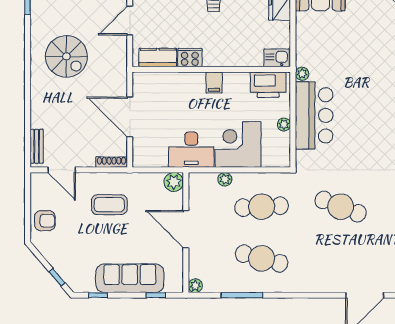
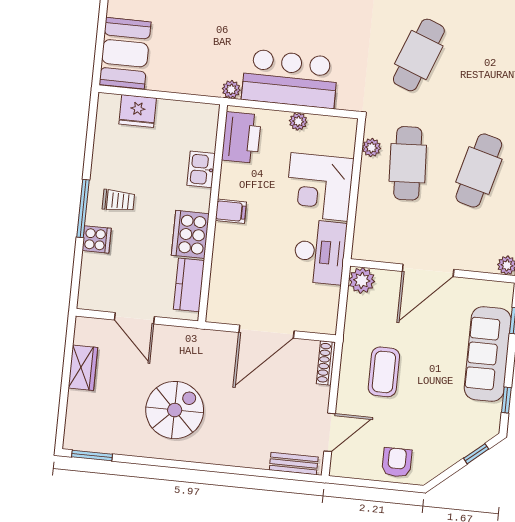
cooker: (190, 58) -> (190, 234), width x1.37, depth x1.31
kitchen sink: (277, 58) -> (201, 169), moved
plant: (225, 179) -> (371, 148), moved

